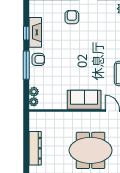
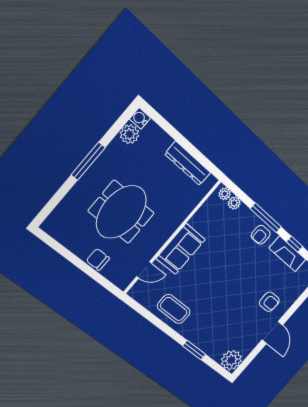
dresser: (35, 148) -> (188, 163), moved

